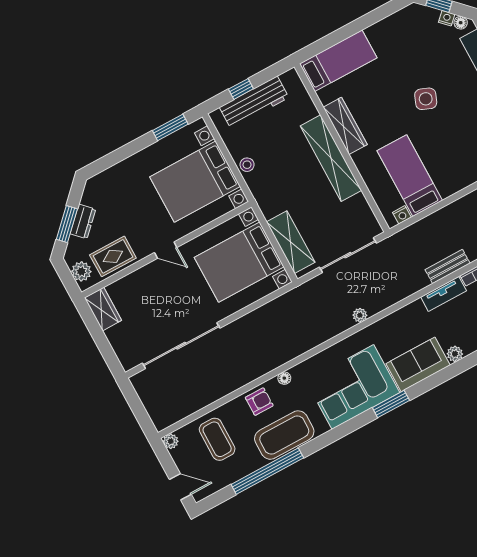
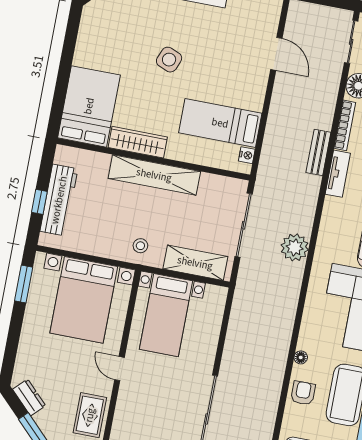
bed: (338, 61) -> (89, 106), width x1.50
stool: (247, 165) -> (140, 246), moved
dresser: (83, 221) -> (29, 398), moved
door: (166, 250) -> (119, 369), swing flipped
bed with nightstands: (239, 262) -> (166, 315), width x0.73
plant: (360, 315) -> (295, 247), width x1.88, depth x1.88

